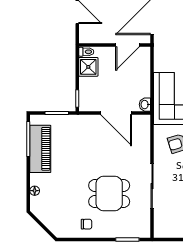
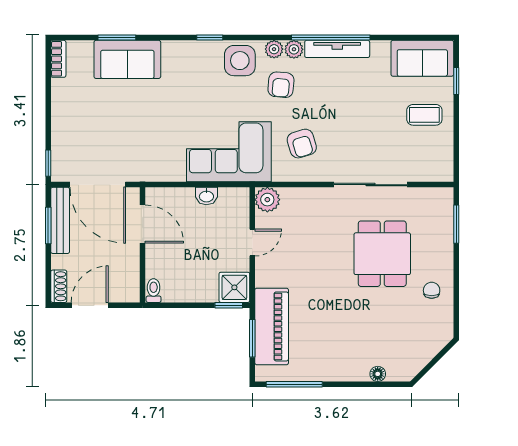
shower: (88, 67) -> (234, 287), moved
washbasin: (145, 105) -> (206, 196), moved
door: (116, 113) -> (252, 243), width x0.53
plant: (143, 122) -> (267, 200), added
piano: (40, 149) -> (272, 326), moved, turned 90

